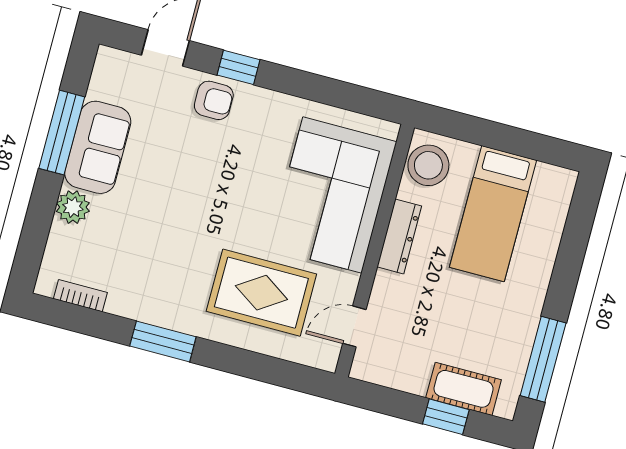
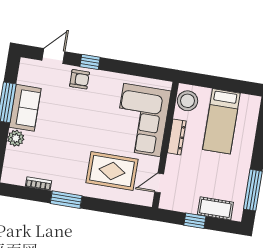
bookcase: (80, 296) -> (38, 184), moved
window: (446, 417) -> (195, 221), moved

